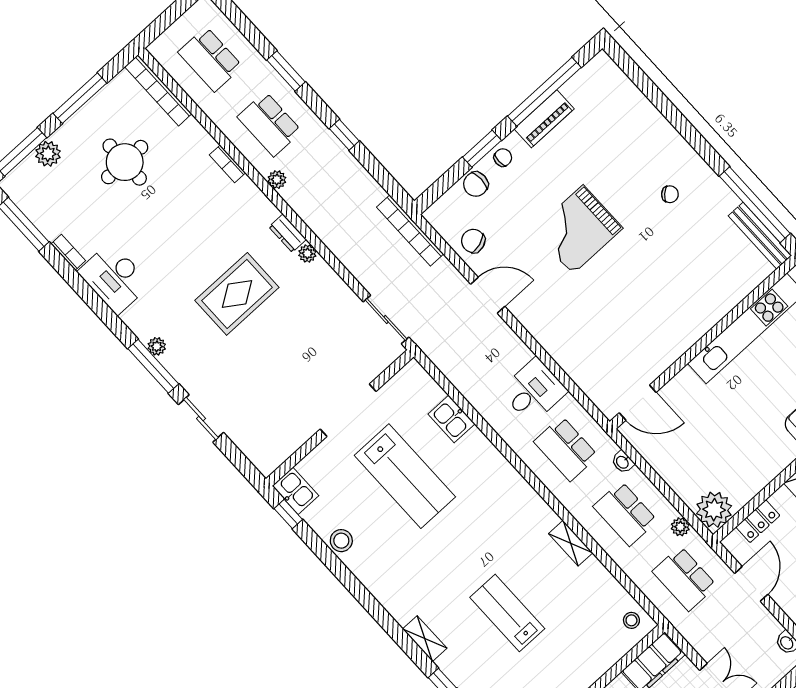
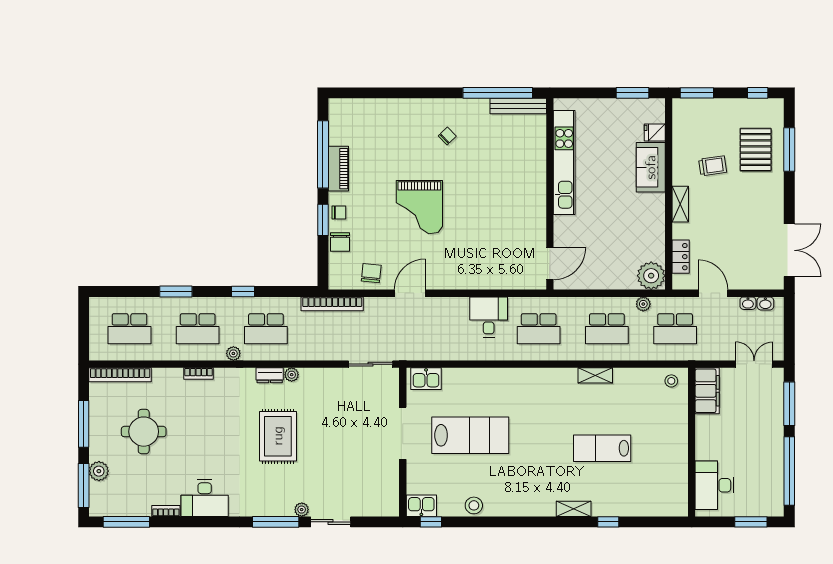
chair: (503, 158) -> (339, 213), turned 90
school desk: (329, 189) -> (266, 329), added
chair: (473, 241) -> (371, 273), turned 114
plant: (157, 346) -> (302, 510), moved
kitchen sink: (451, 419) -> (426, 379), moved
washbasin: (623, 462) -> (748, 303), moved

